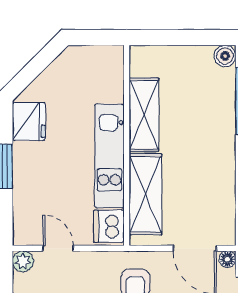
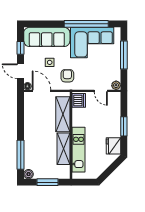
window: (181, 37) -> (48, 182), added
kitchen unit: (109, 156) -> (79, 150), moved

